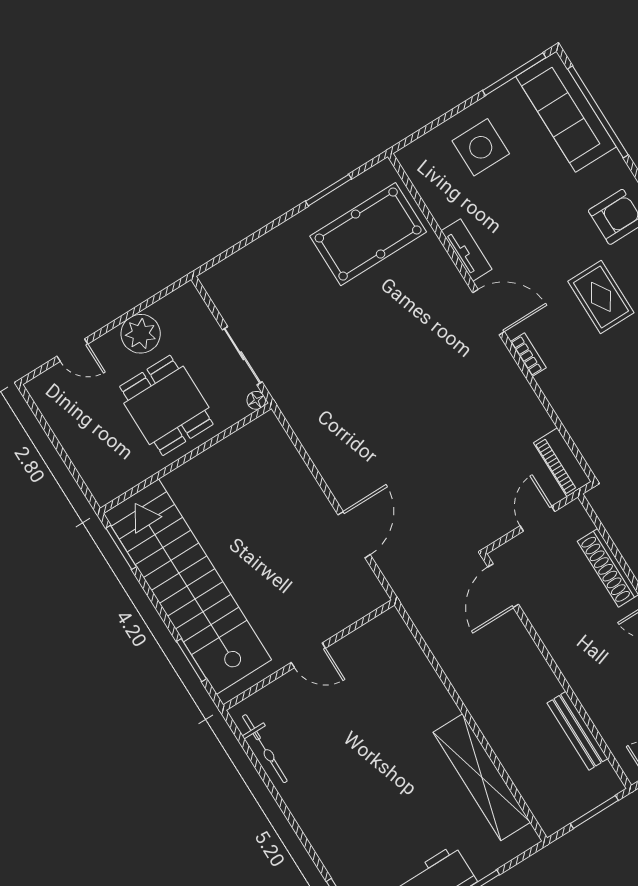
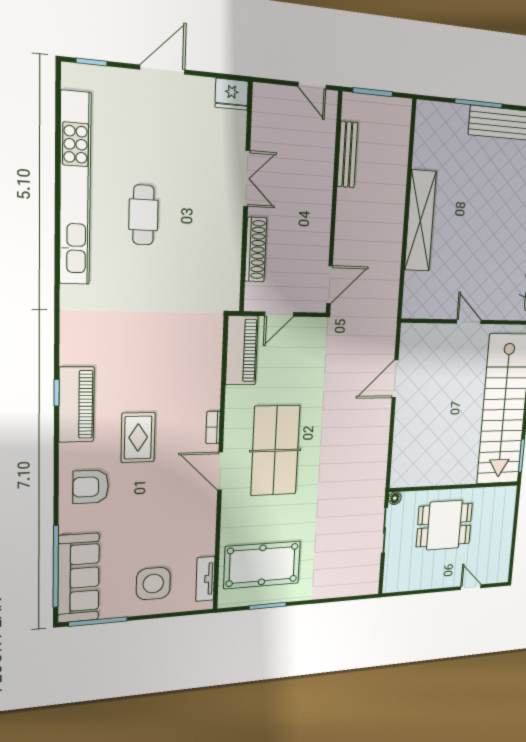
tv unit: (467, 250) -> (205, 579), moved
plant: (141, 334) -> (430, 576), removed
table tennis table: (441, 371) -> (275, 450), added
dining table: (166, 405) -> (444, 525), turned 90
piano: (562, 462) -> (242, 350), width x1.37, depth x1.33
shelving: (482, 777) -> (420, 221), moved

